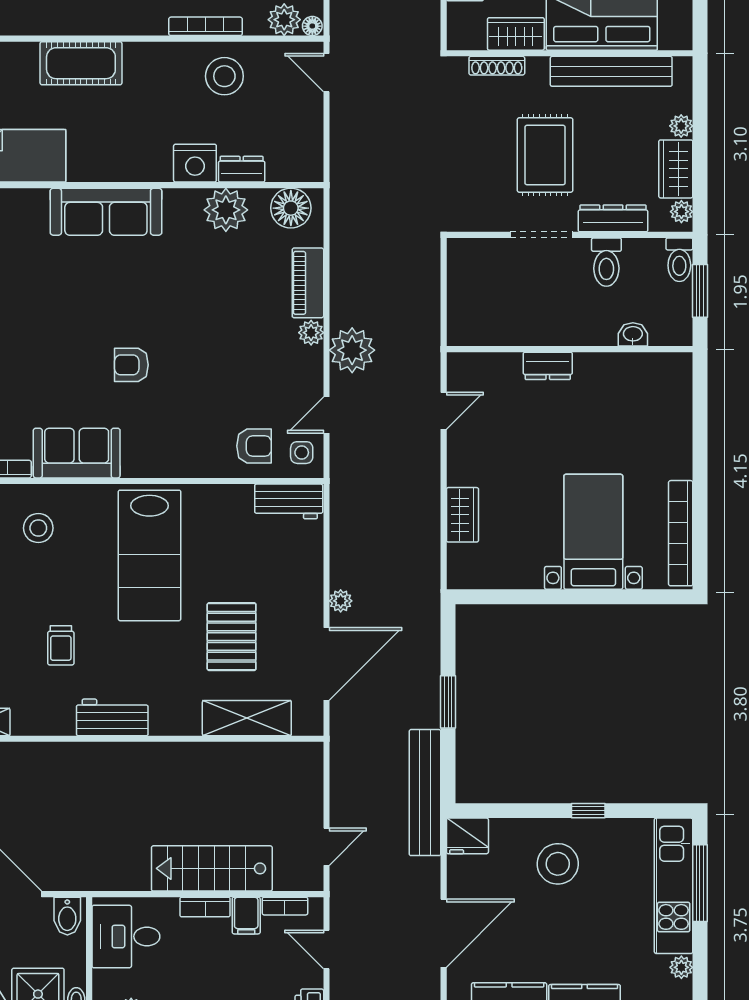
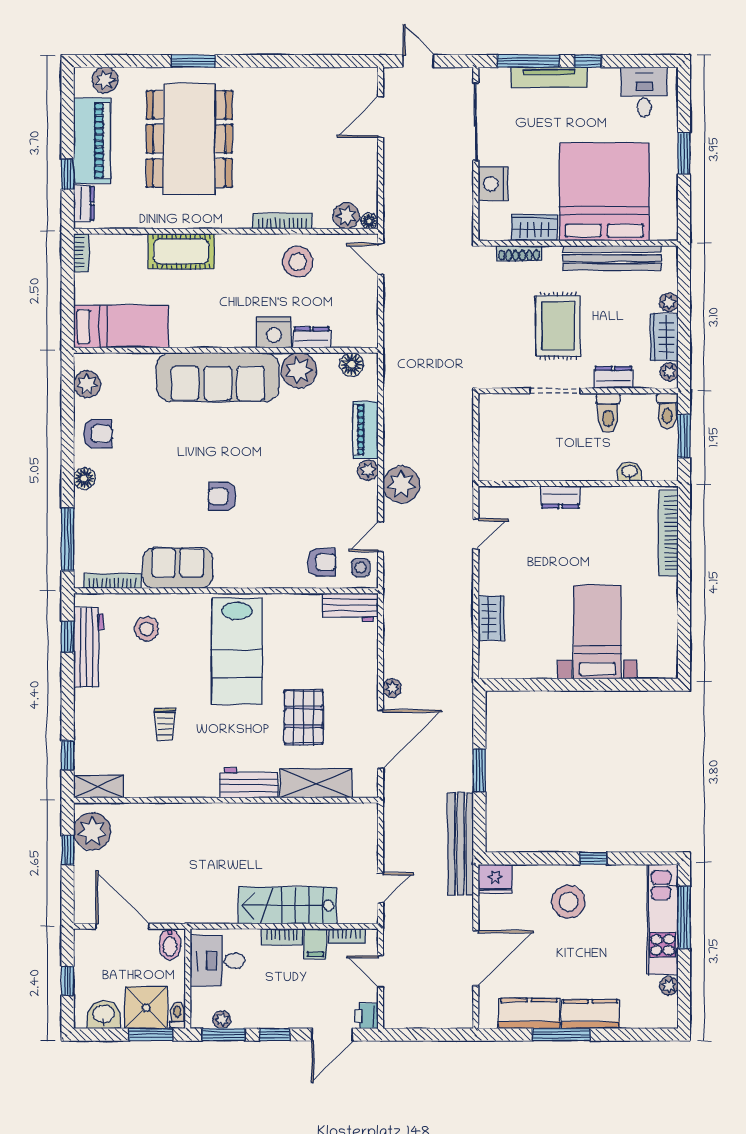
floor lamp: (291, 208) -> (352, 365), width x0.73, depth x0.73
sofa: (106, 212) -> (218, 377), width x1.36, depth x1.27
dresser: (613, 218) -> (613, 377), width x0.70
bookcase: (681, 533) -> (668, 533), moved
workbench: (112, 717) -> (249, 783), moved

